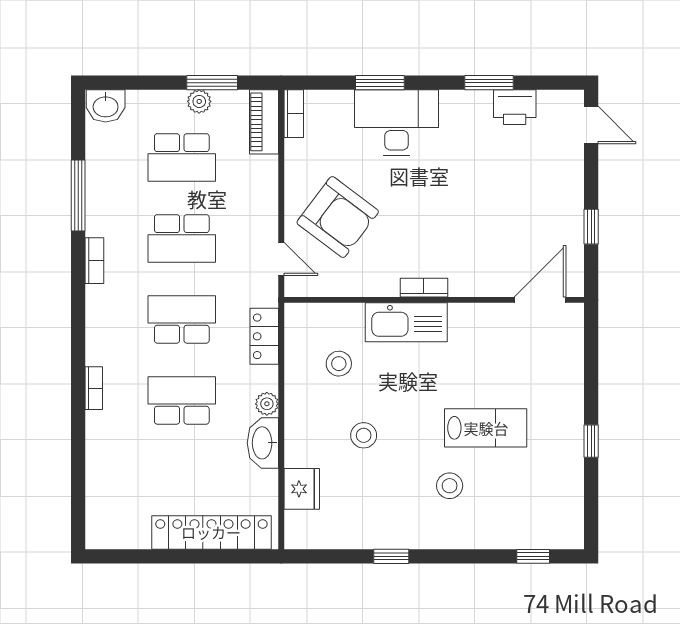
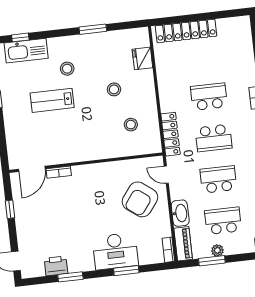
armchair: (338, 217) -> (140, 199), turned -90
bookcase: (424, 288) -> (59, 172), moved
kitchen sink: (406, 322) -> (26, 51), moved, turned 180
locker: (264, 336) -> (170, 134), width x1.53
school desk: (182, 400) -> (209, 97), turned 180
plant: (267, 404) -> (165, 100), removed
washbasin: (263, 443) -> (180, 213), moved
window: (391, 556) -> (93, 29), width x1.50

